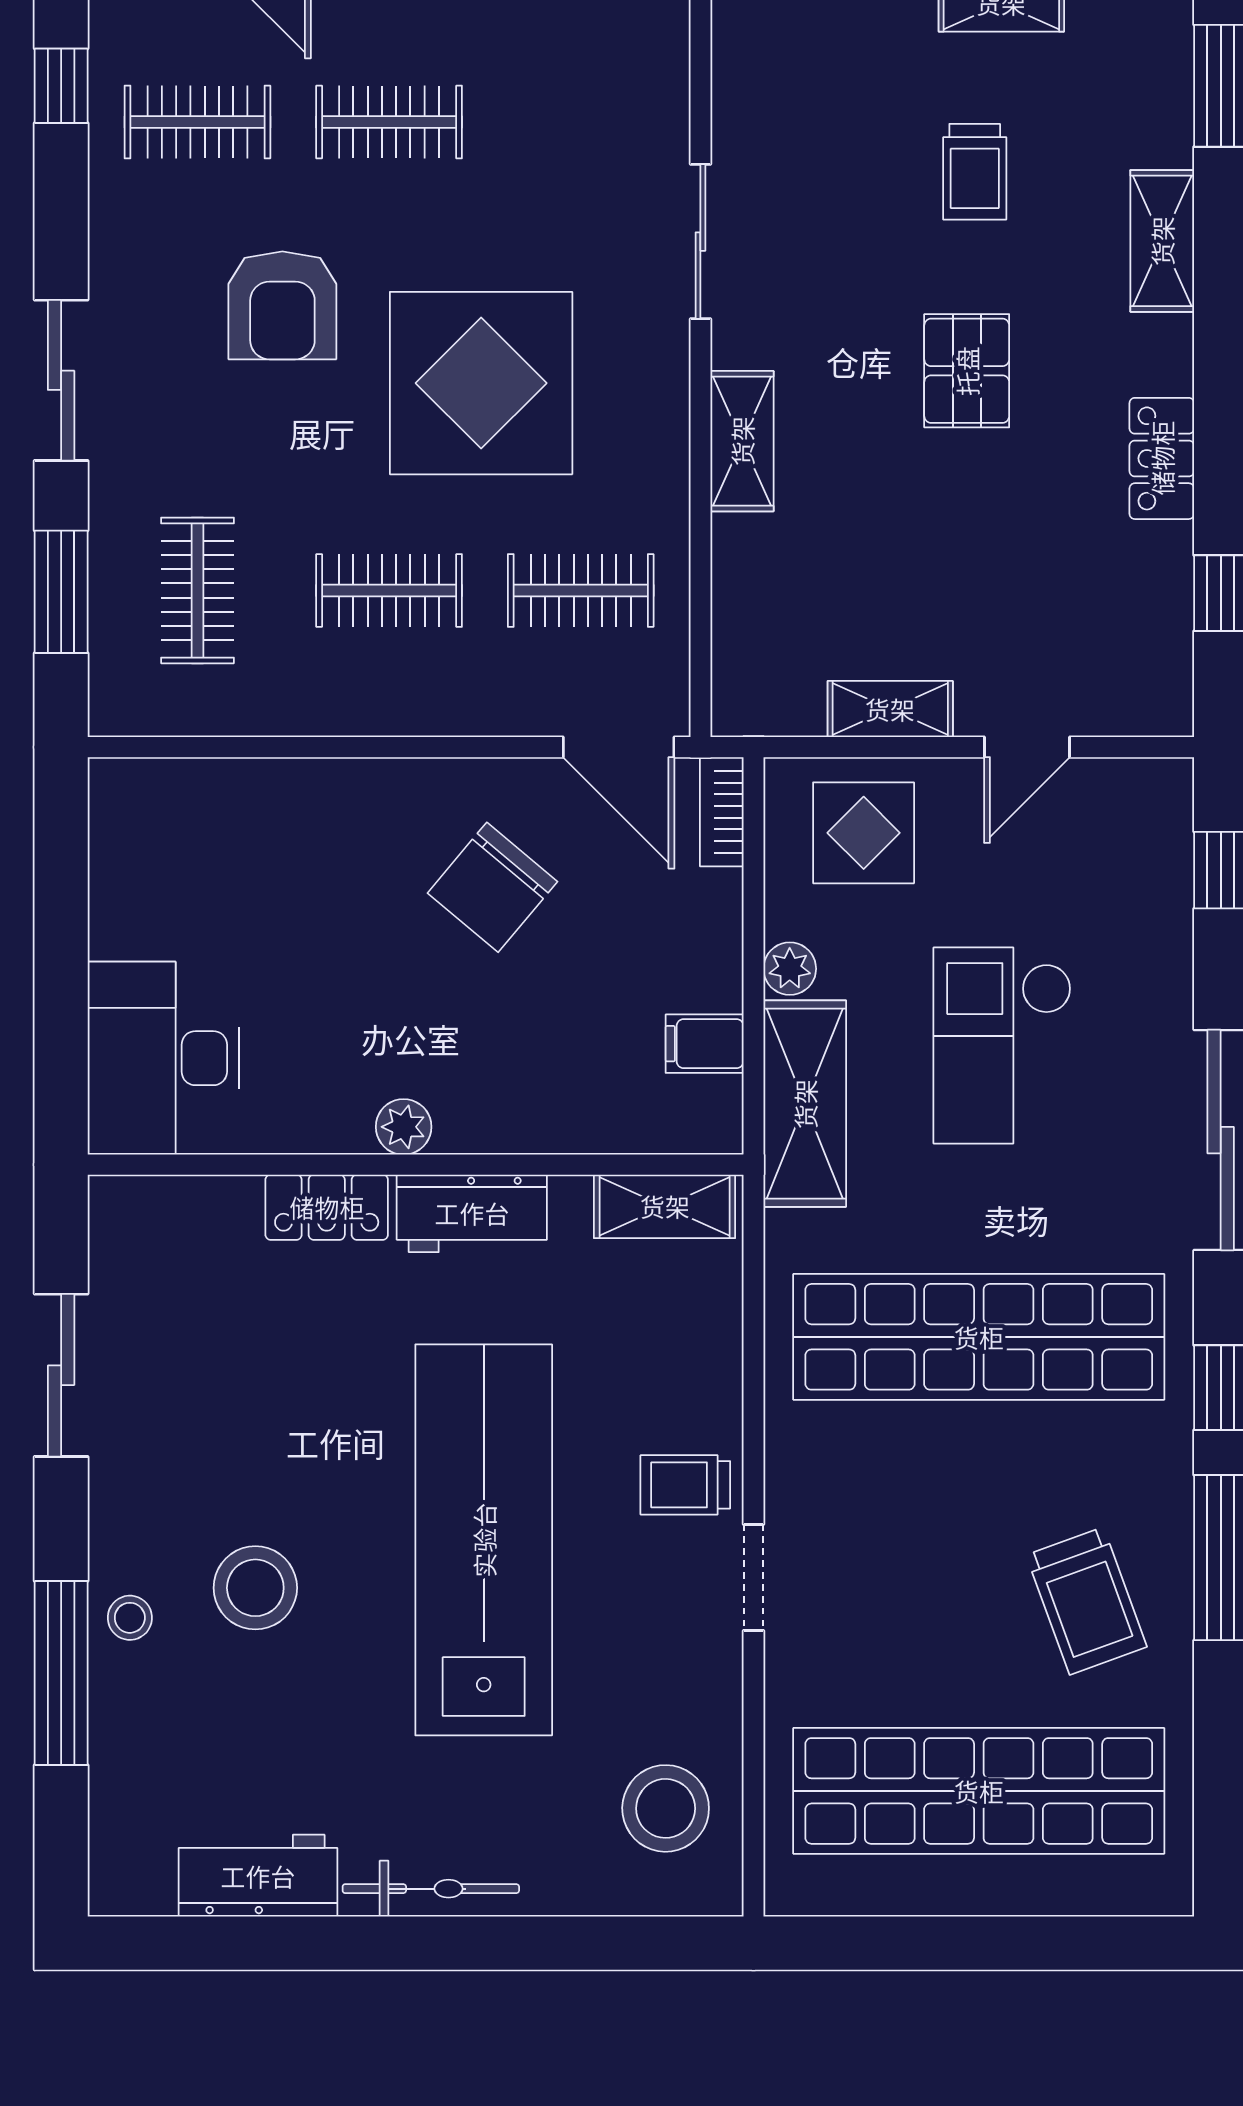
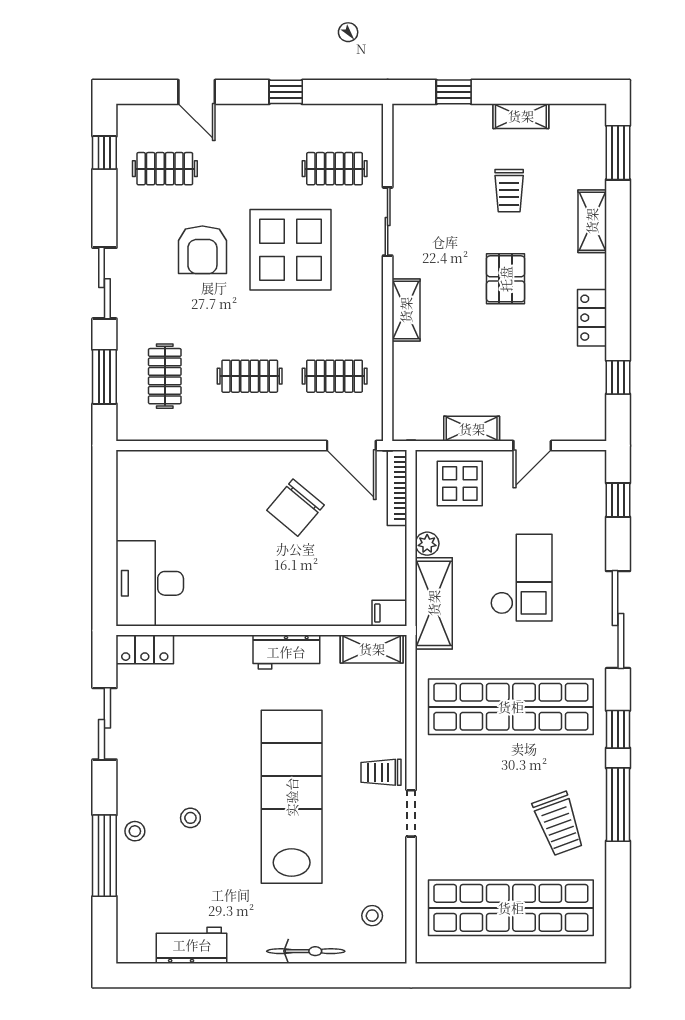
clothes rail: (389, 122) -> (335, 169), moved
display table: (481, 383) -> (291, 250), moved
bookcase: (722, 812) -> (397, 488), width x1.56
filing cabinet: (705, 1044) -> (389, 613), moved
checkout: (1002, 1045) -> (521, 578), turned 180
plant: (404, 1127) -> (256, 614), removed
locker: (327, 1207) -> (145, 649), moved
stool: (255, 1588) -> (190, 818), width x0.53, depth x0.53
stool: (666, 1808) -> (372, 916), width x0.53, depth x0.53
bicycle: (431, 1889) -> (306, 951), moved

